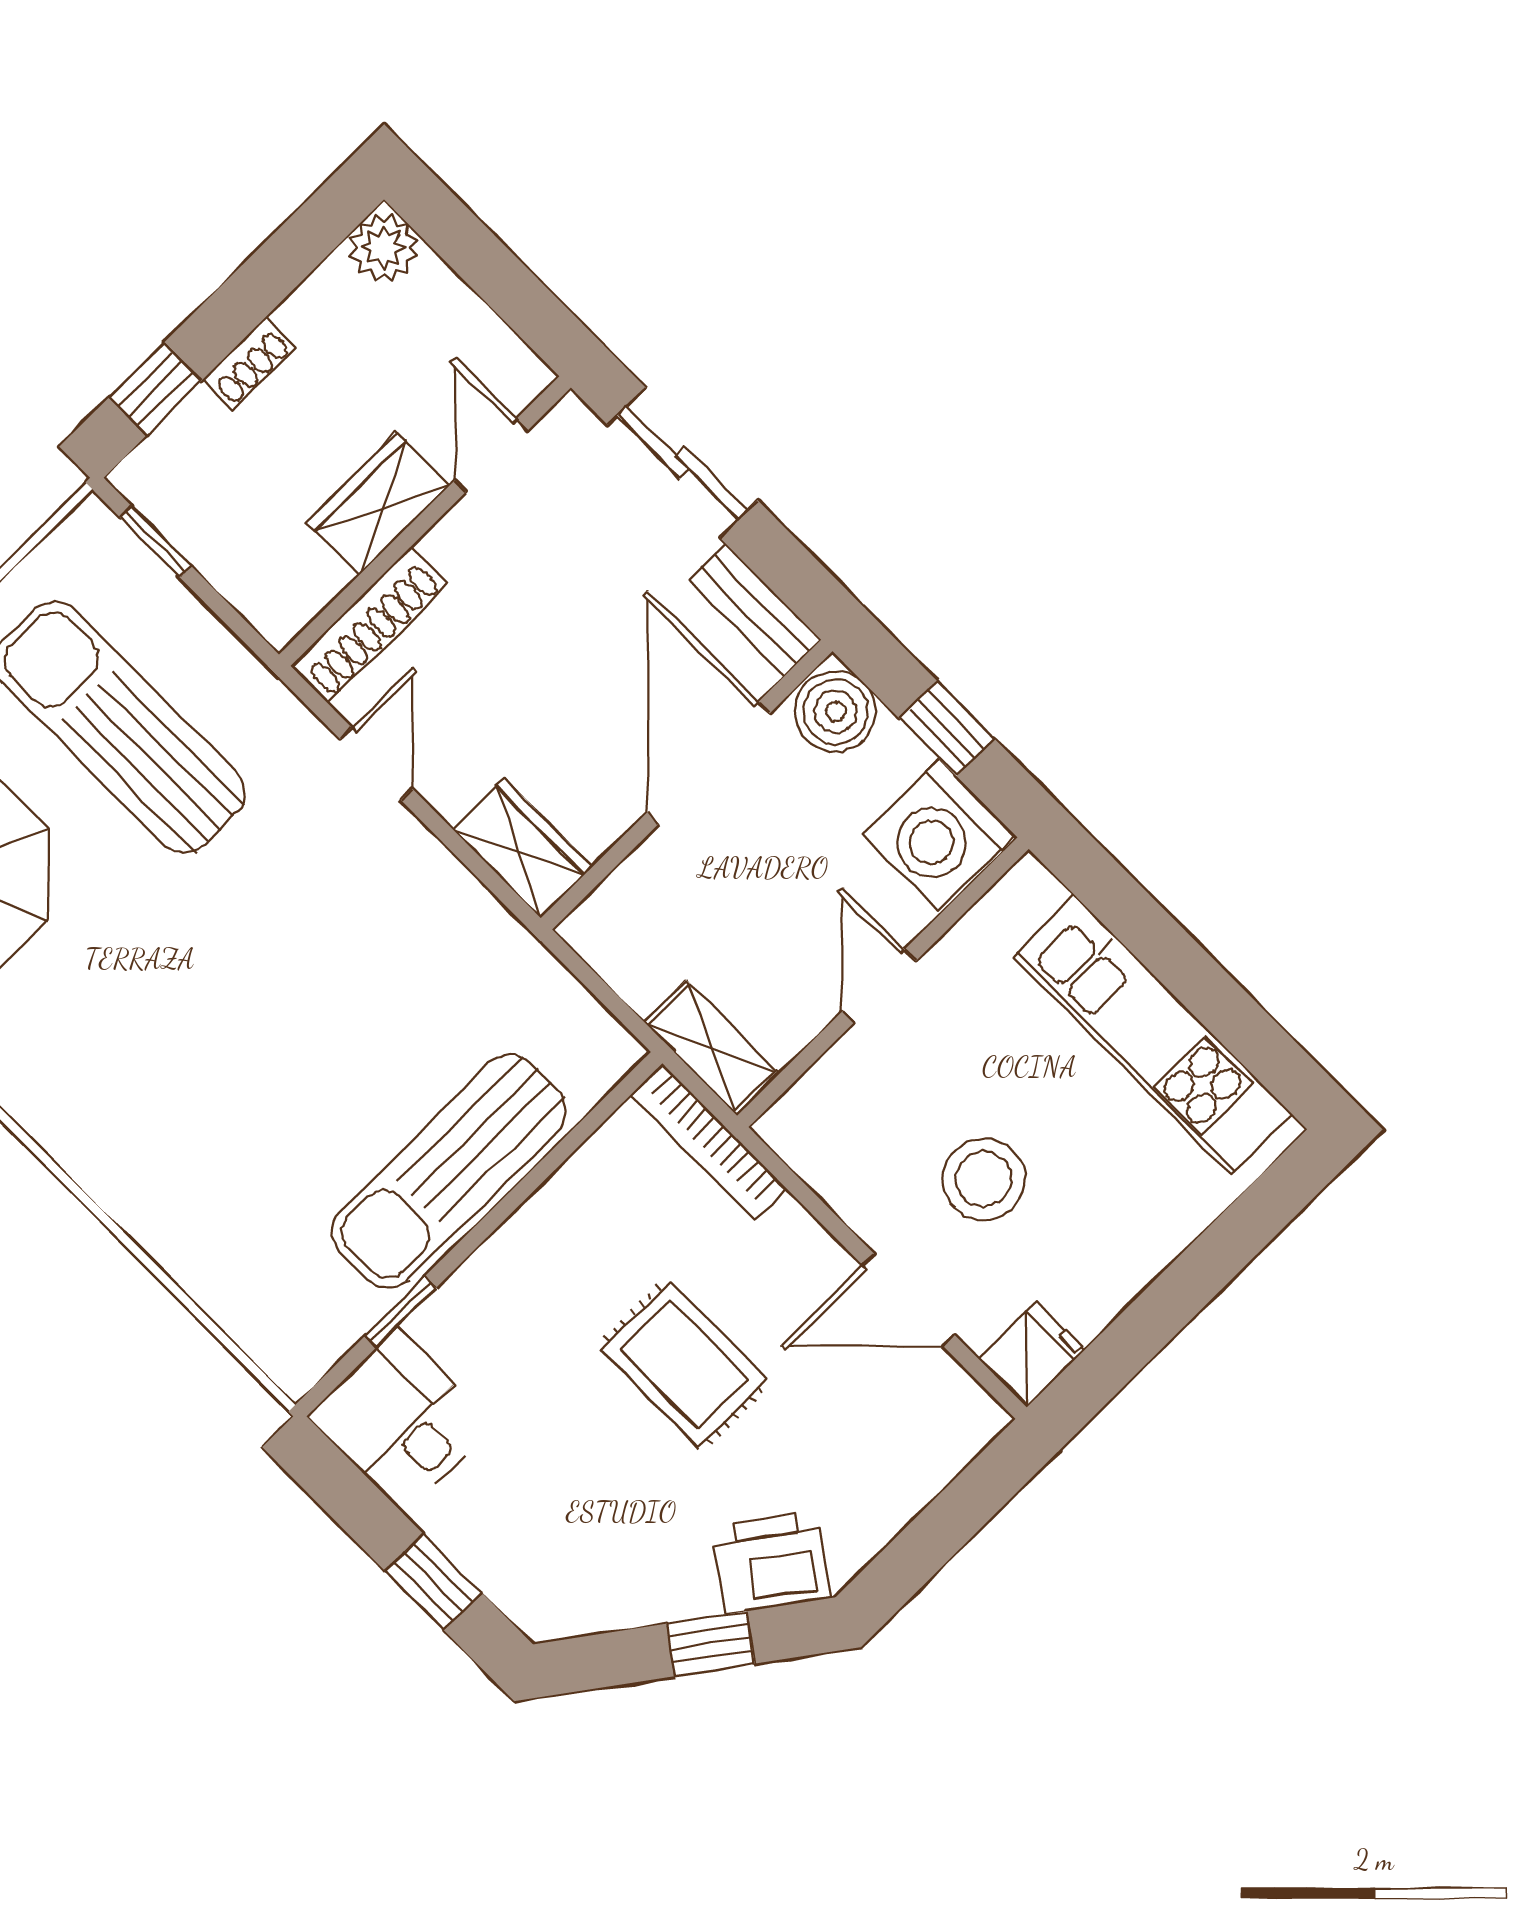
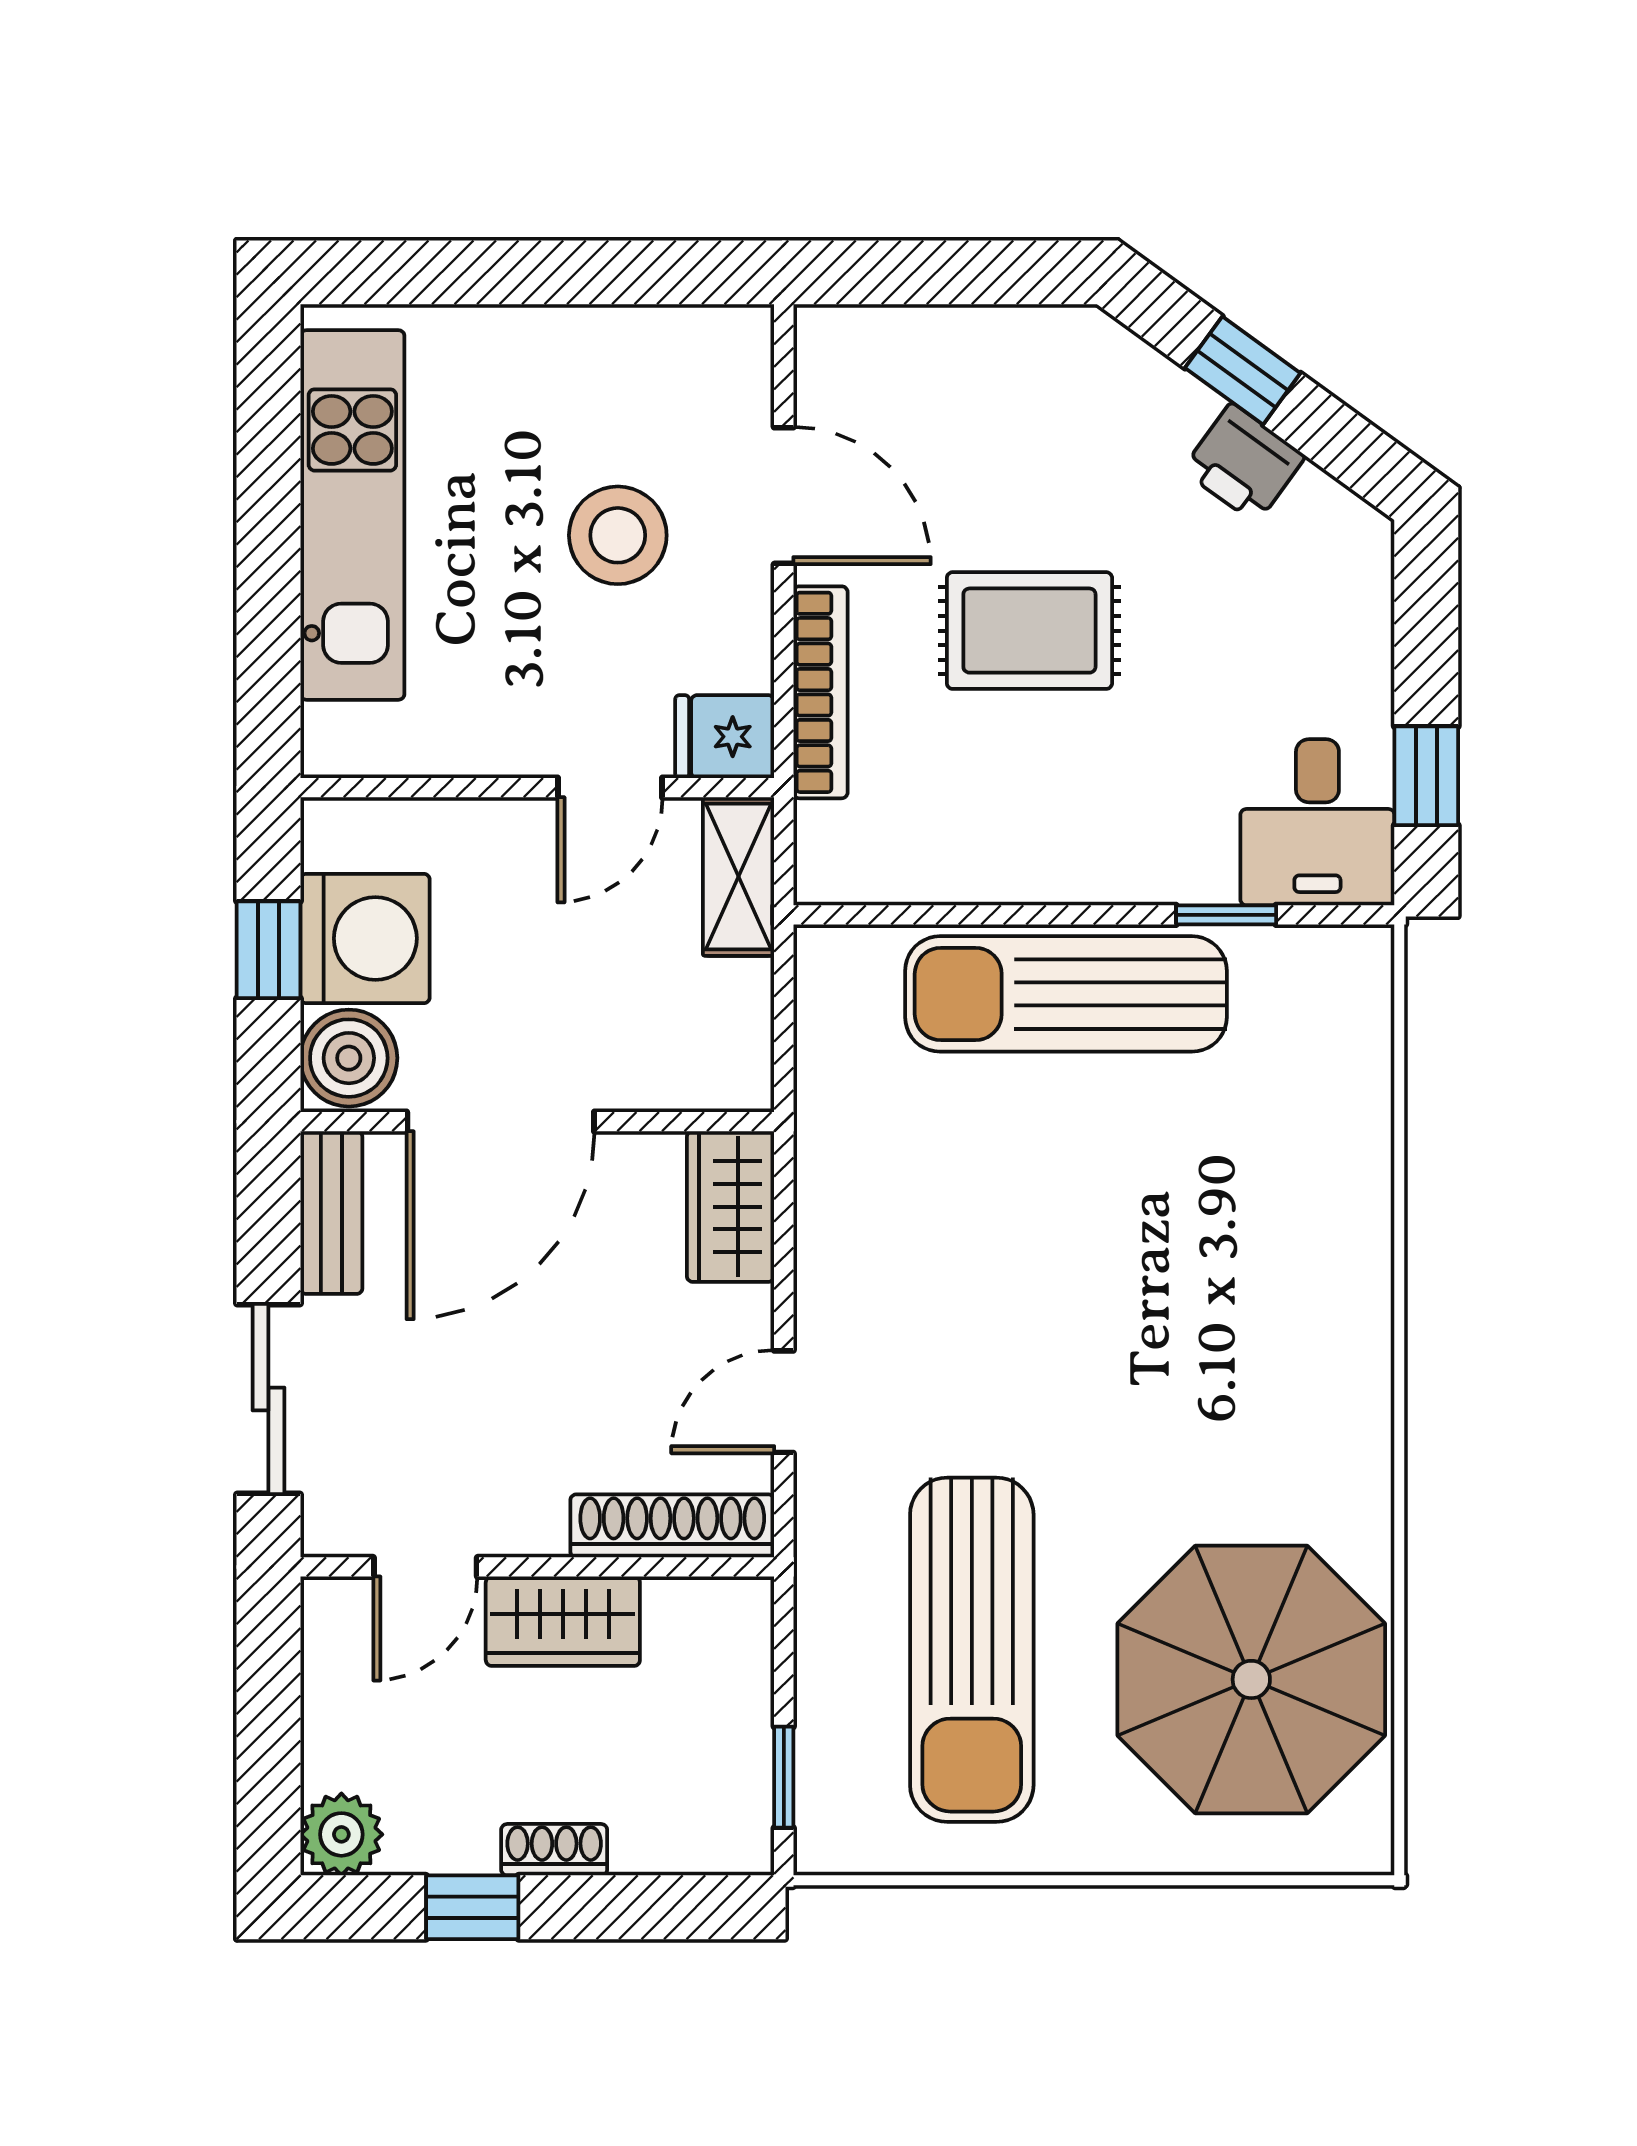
window: (155, 389) -> (472, 1907), moved
washing machine: (939, 835) -> (365, 938), moved
door: (879, 986) -> (610, 788), moved
bookcase: (708, 1142) -> (820, 692), moved
sun lounger: (449, 1171) -> (1066, 994), turned 180
fridge: (1032, 1354) -> (725, 737), moved
rug: (684, 1364) -> (1029, 631), turned 90
printer: (771, 1563) -> (1244, 463), moved, width x0.73, depth x0.81
window: (433, 1582) -> (1426, 776), moved

